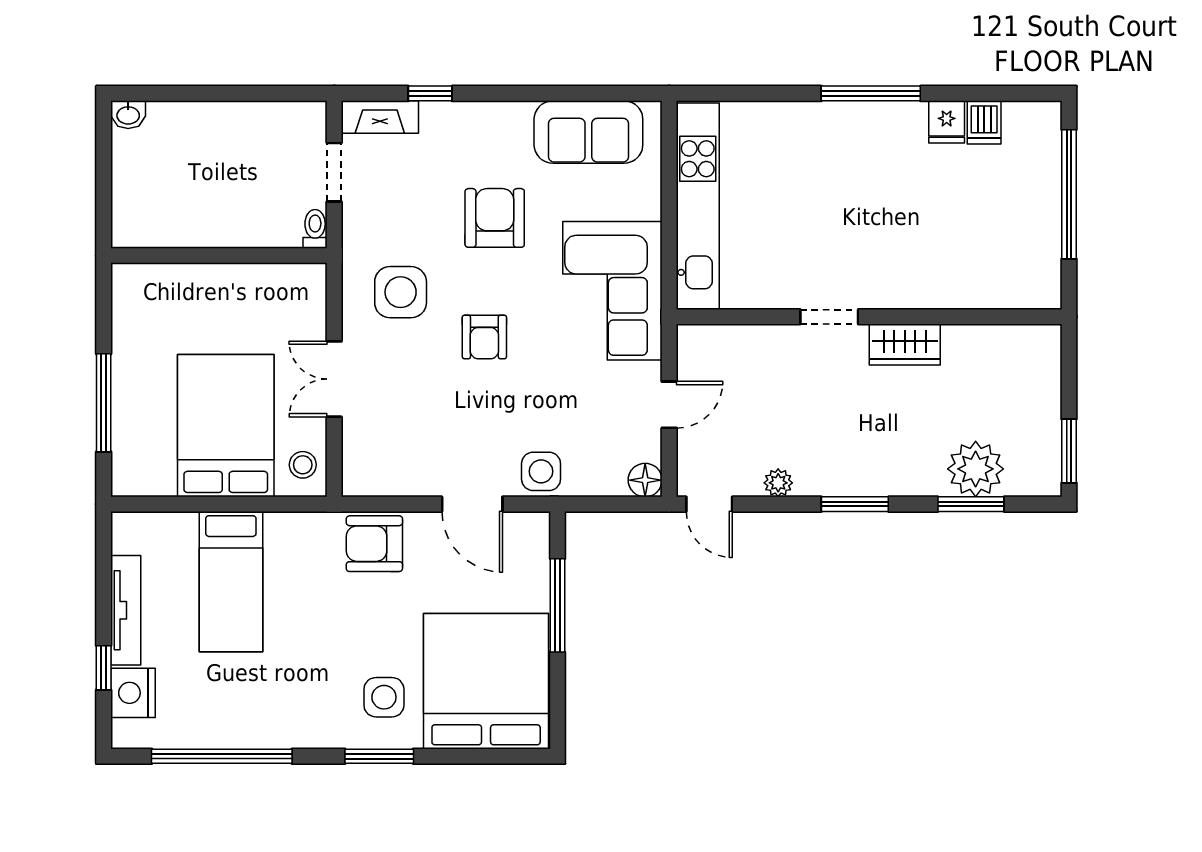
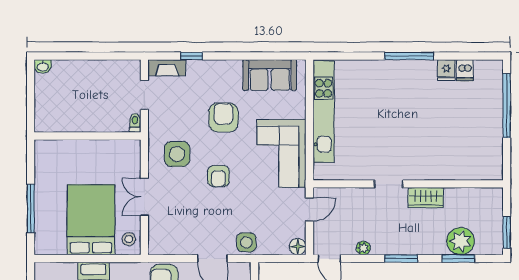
doorway: (829, 317) -> (388, 184), moved
wall: (869, 317) -> (408, 184), moved
wardrobe: (905, 345) -> (426, 198), moved

